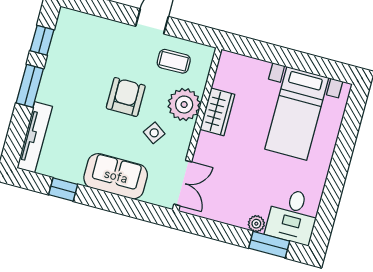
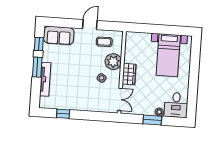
armchair: (126, 97) -> (84, 63), removed
wardrobe: (217, 112) -> (129, 74), moved
tv unit: (35, 137) -> (45, 79), moved
sofa: (116, 176) -> (59, 35), moved, turned 180
window: (269, 245) -> (152, 120), moved

